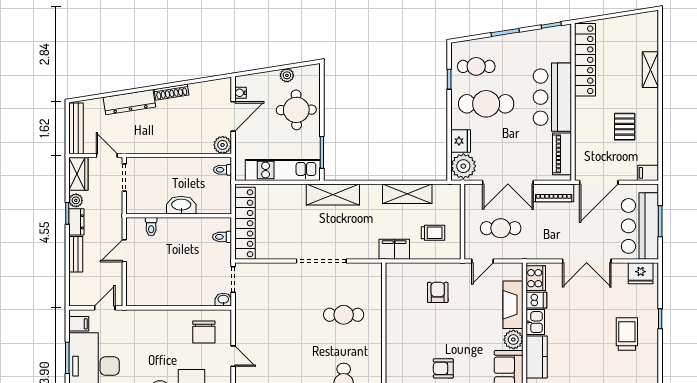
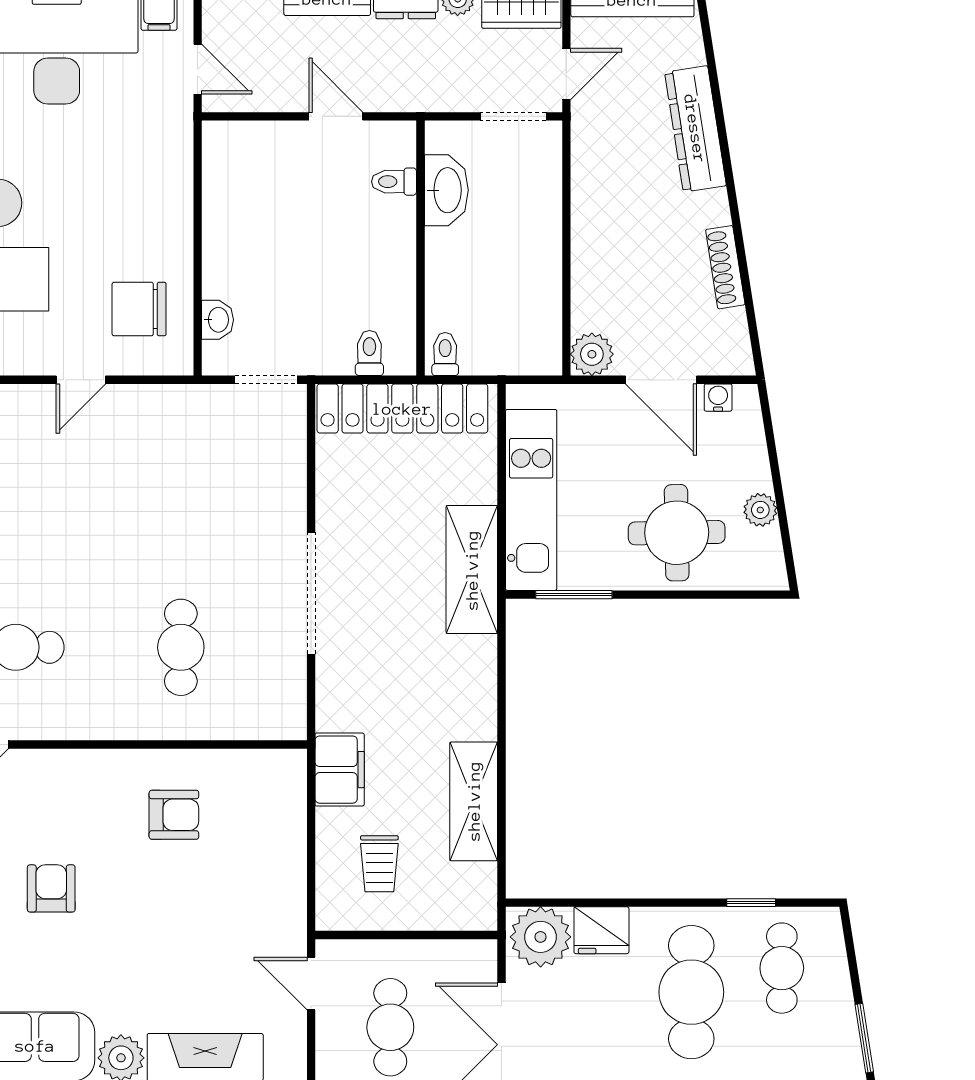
shoe rack: (172, 92) -> (725, 267), moved
toilet: (222, 170) -> (445, 354), moved
shelving: (333, 195) -> (472, 570), moved
washbasin: (181, 205) -> (446, 190), moved
armchair: (438, 292) -> (174, 815), moved
washbasin: (223, 300) -> (218, 320), moved

